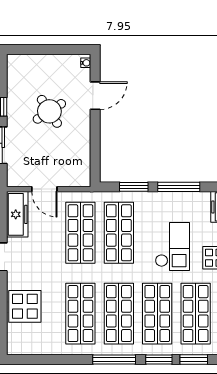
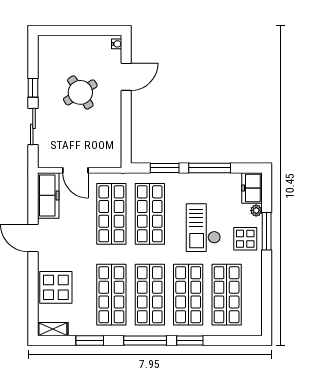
checkout: (172, 247) -> (203, 228), turned 180
shelving: (22, 348) -> (53, 329), added
window: (194, 359) -> (90, 341), moved

